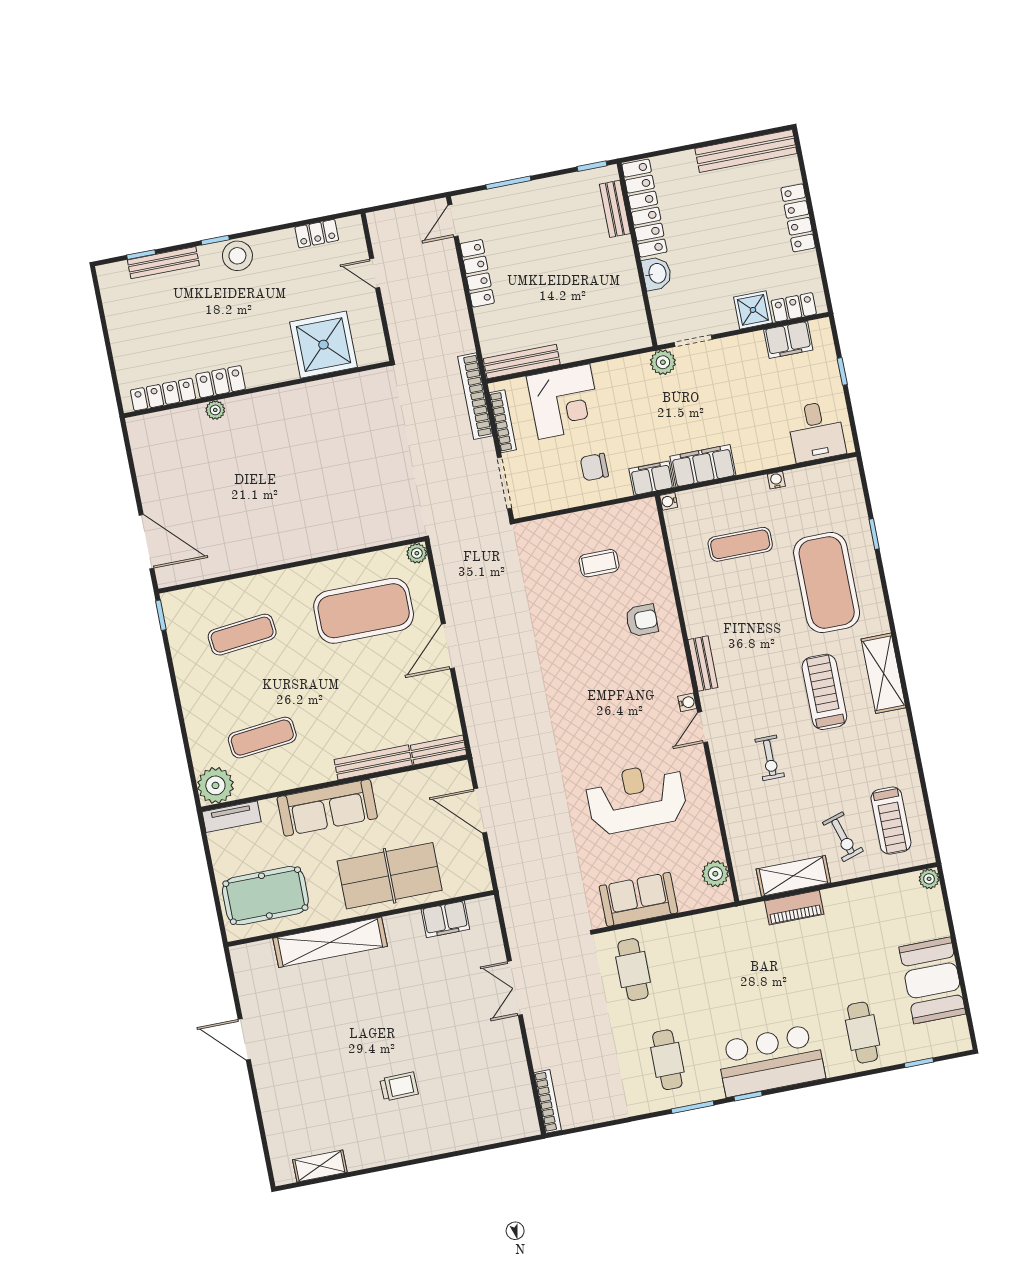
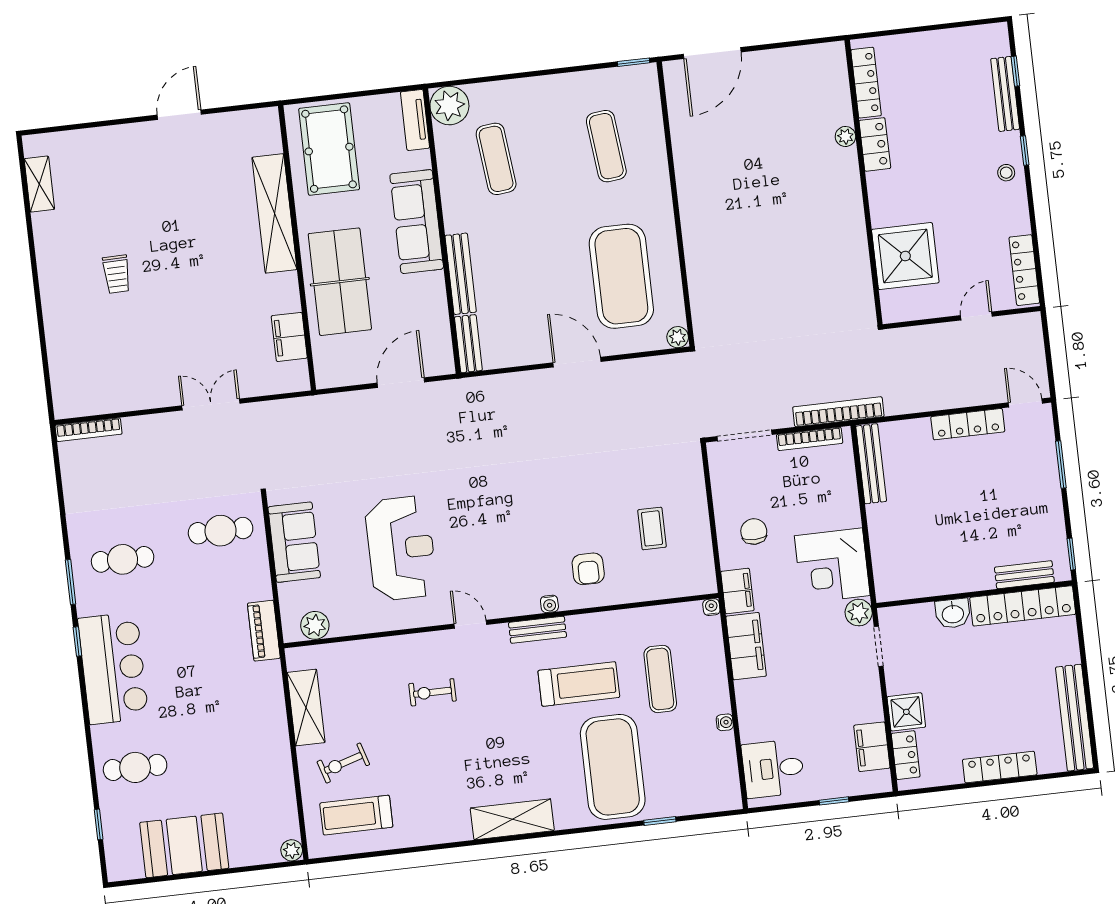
locker: (317, 234) -> (1024, 270), width x1.53
stool: (237, 256) -> (1006, 173), width x0.53, depth x0.53
corner desk: (564, 402) -> (832, 566), moved
exercise mat: (827, 583) -> (613, 767), turned 90
treadmill: (824, 692) -> (579, 684), moved
water cooler: (687, 702) -> (549, 604), moved
piano: (794, 908) -> (264, 631), moved

